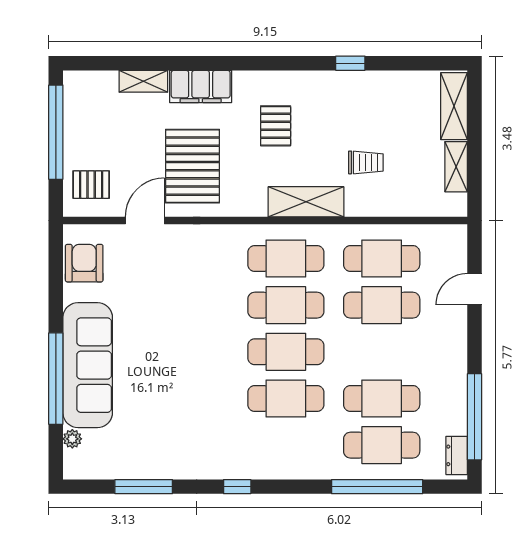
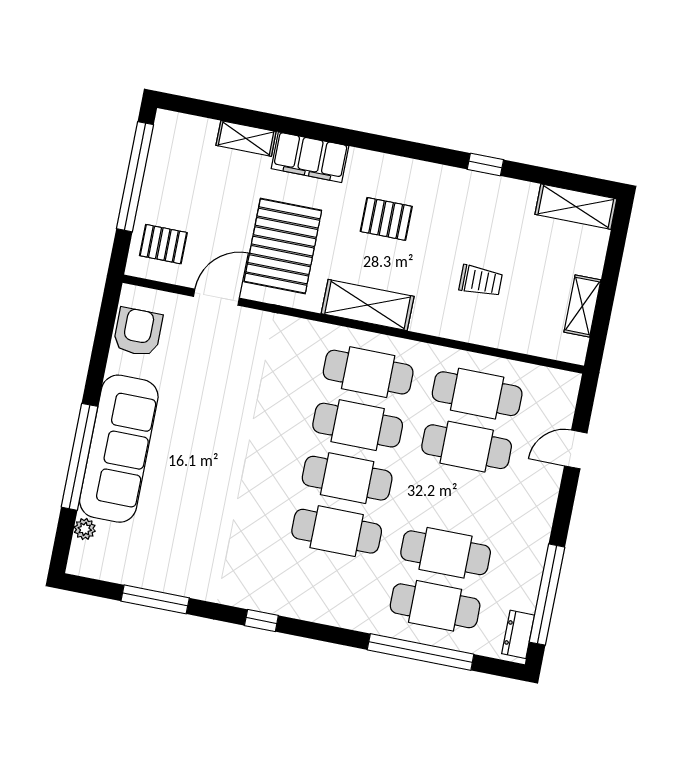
shelving: (454, 106) -> (576, 207), moved, turned 90
pallet: (276, 126) -> (386, 219), turned 90
shelving: (306, 202) -> (368, 305), moved

